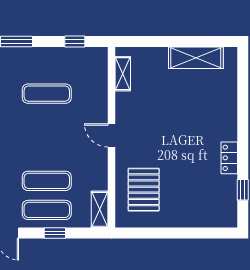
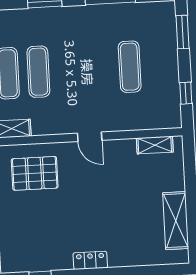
door: (111, 135) -> (90, 137), swing flipped
locker: (229, 158) -> (90, 260), moved

